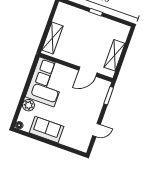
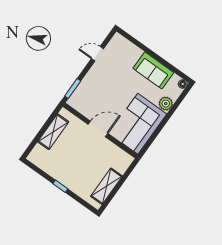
shelving: (52, 38) -> (107, 186), moved
door: (88, 72) -> (98, 129), moved

